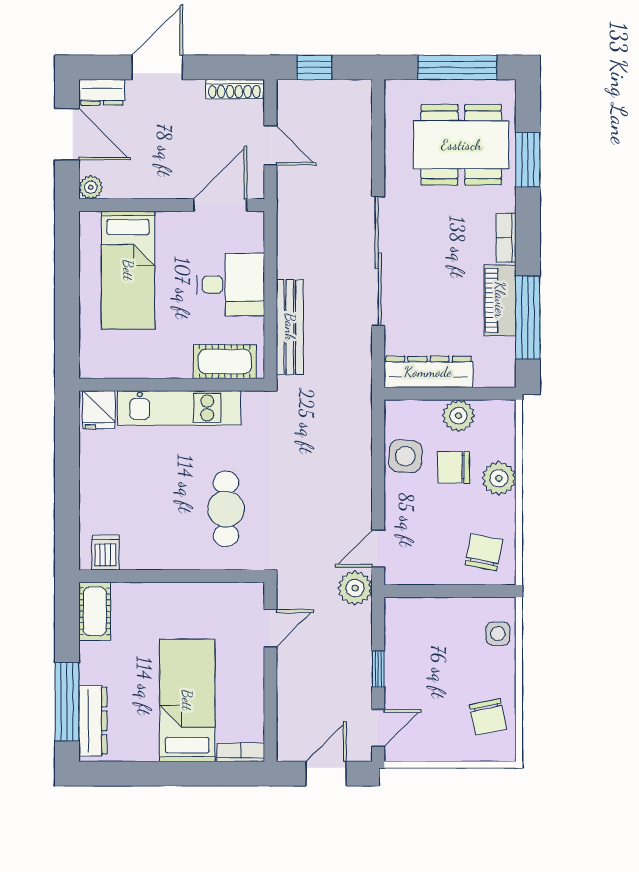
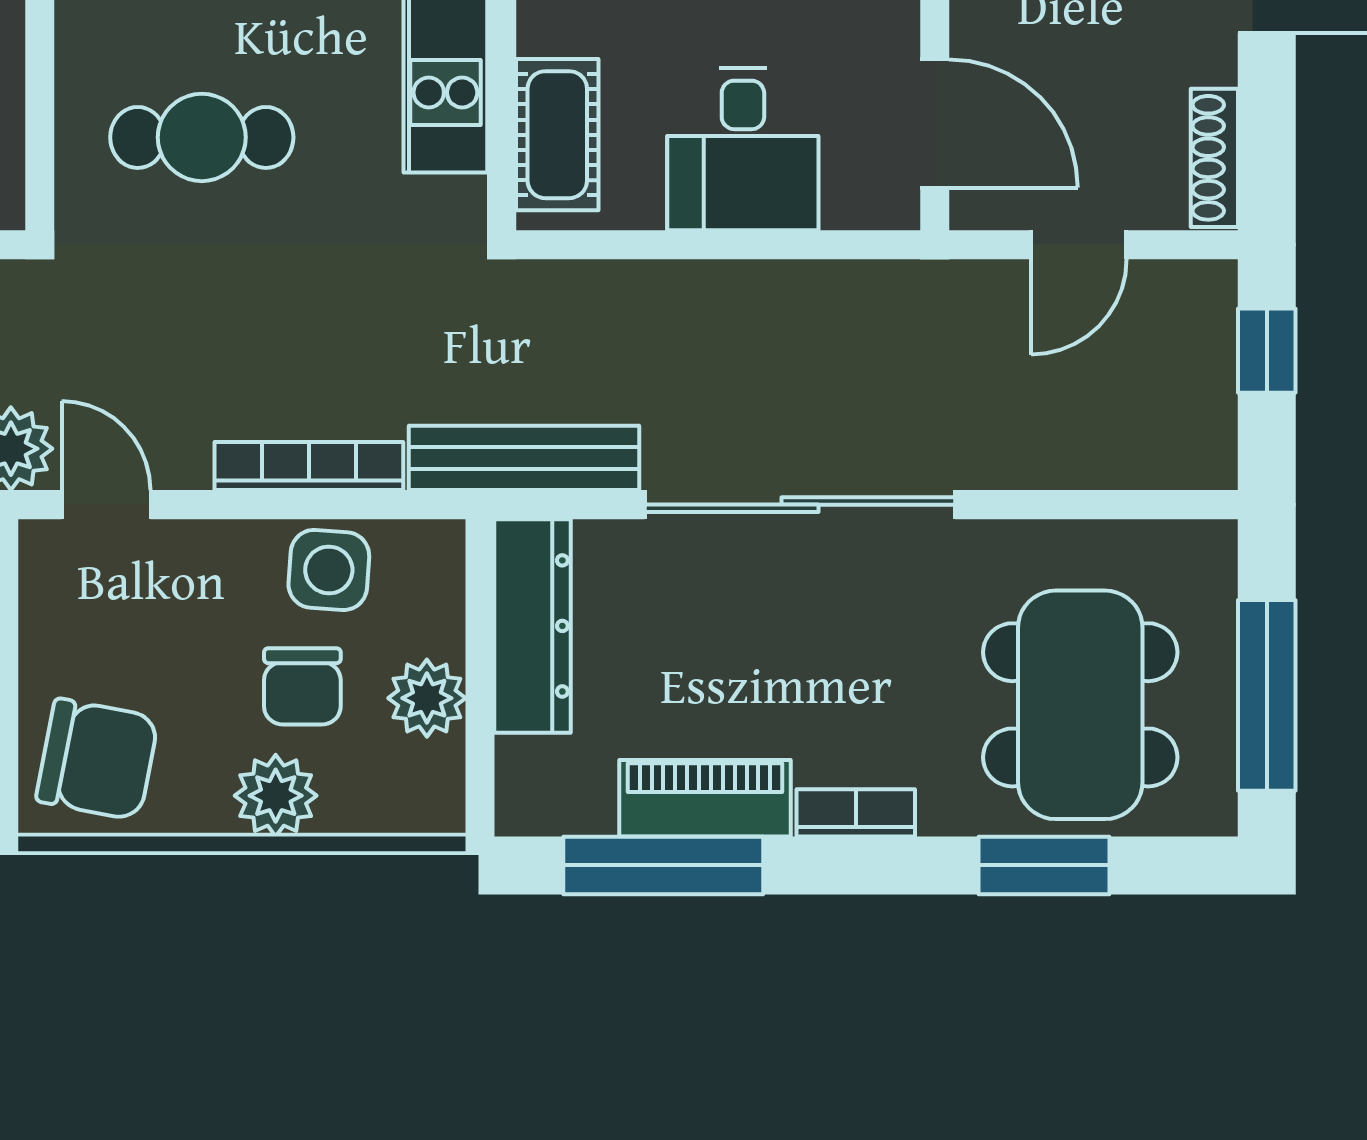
bench: (290, 327) -> (524, 458), moved
bookcase: (362, 465) -> (309, 466), added
chair: (454, 467) -> (302, 686), turned 180
chair: (484, 552) -> (97, 759), width x1.37, depth x1.37

